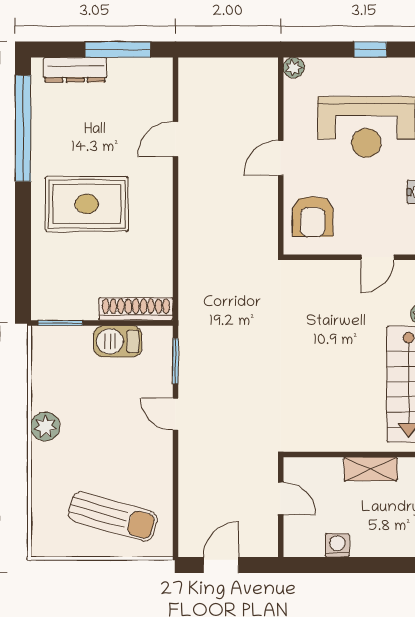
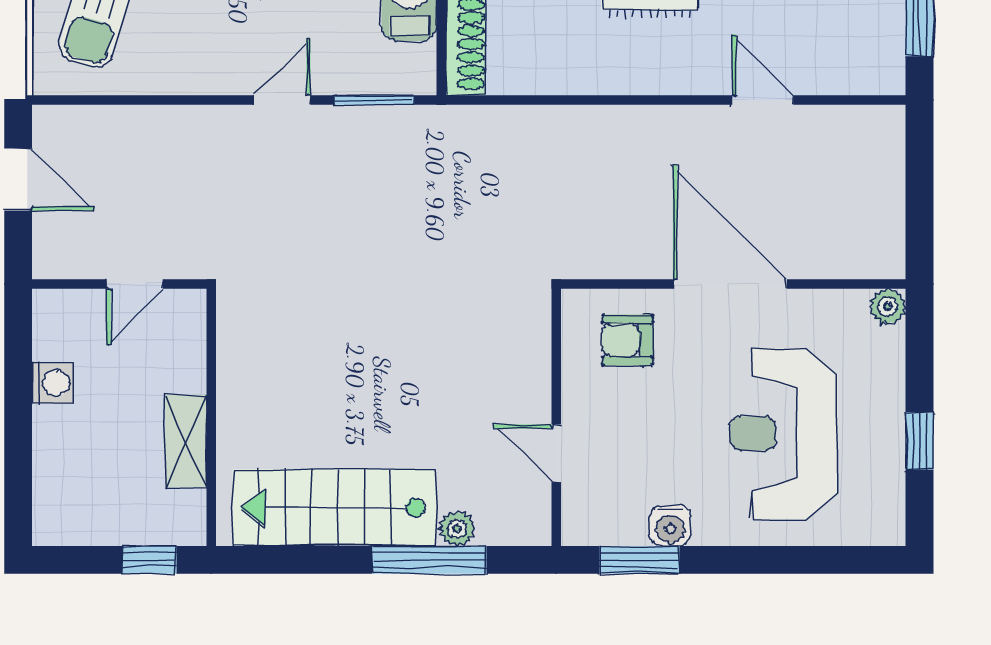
door: (281, 158) -> (730, 284), width x1.88
armchair: (313, 216) -> (628, 340), width x0.72, depth x0.72

